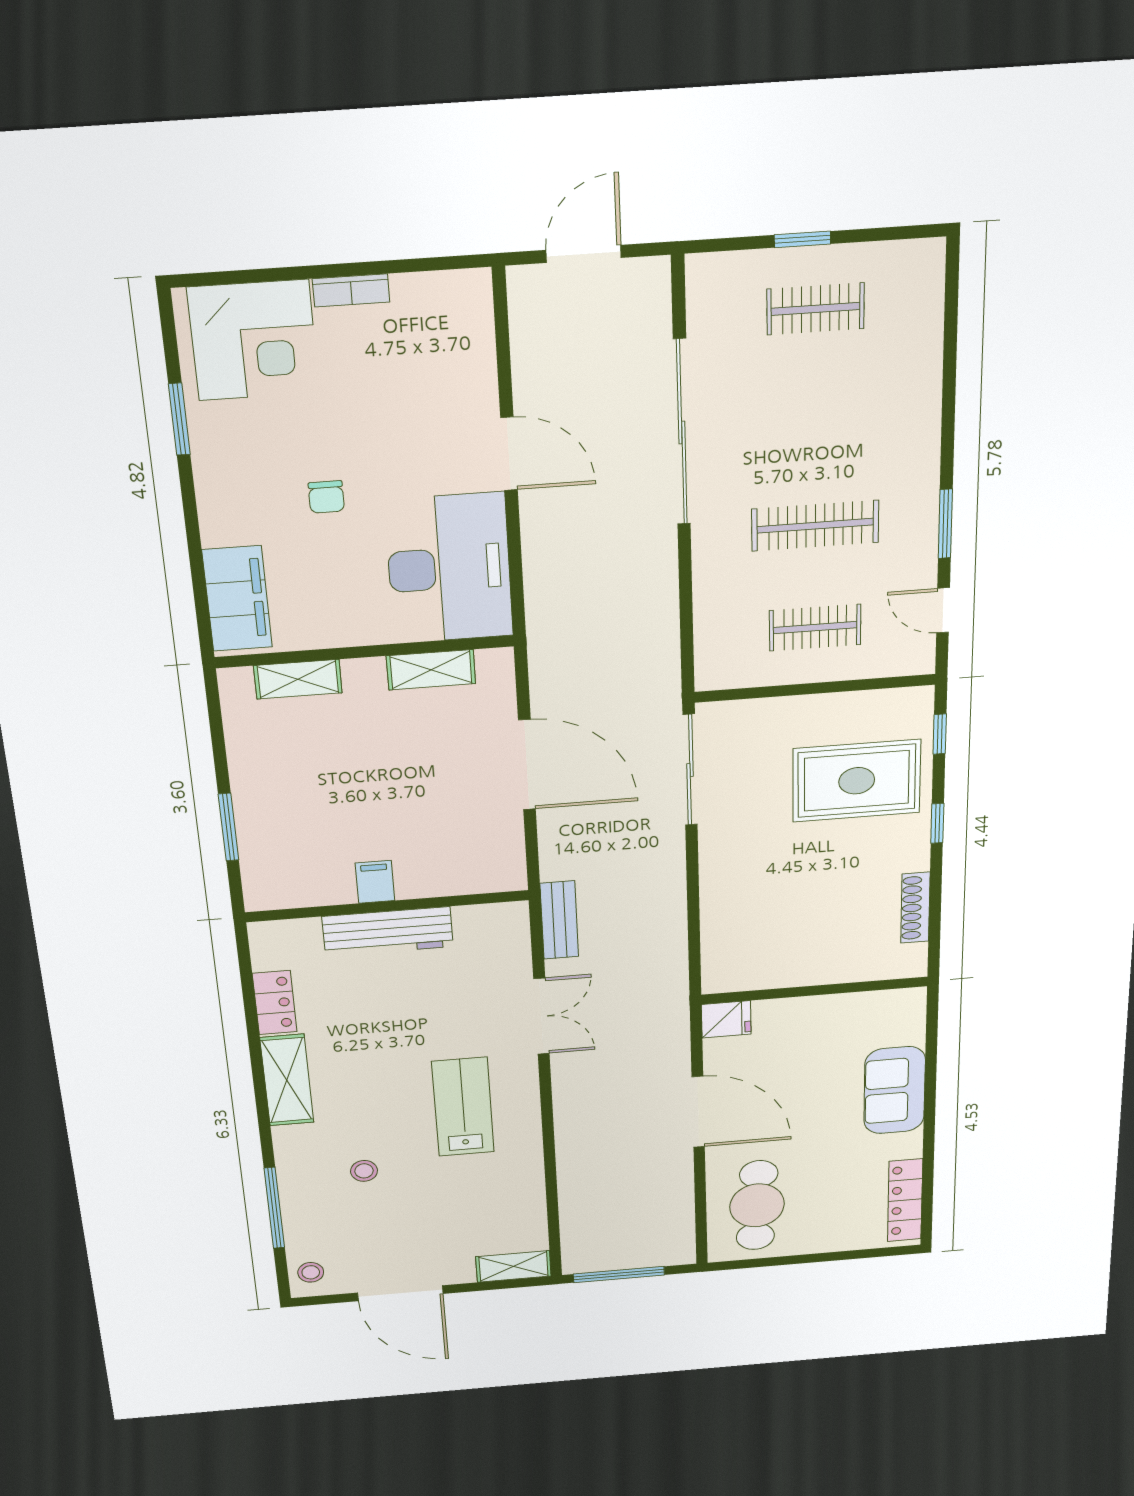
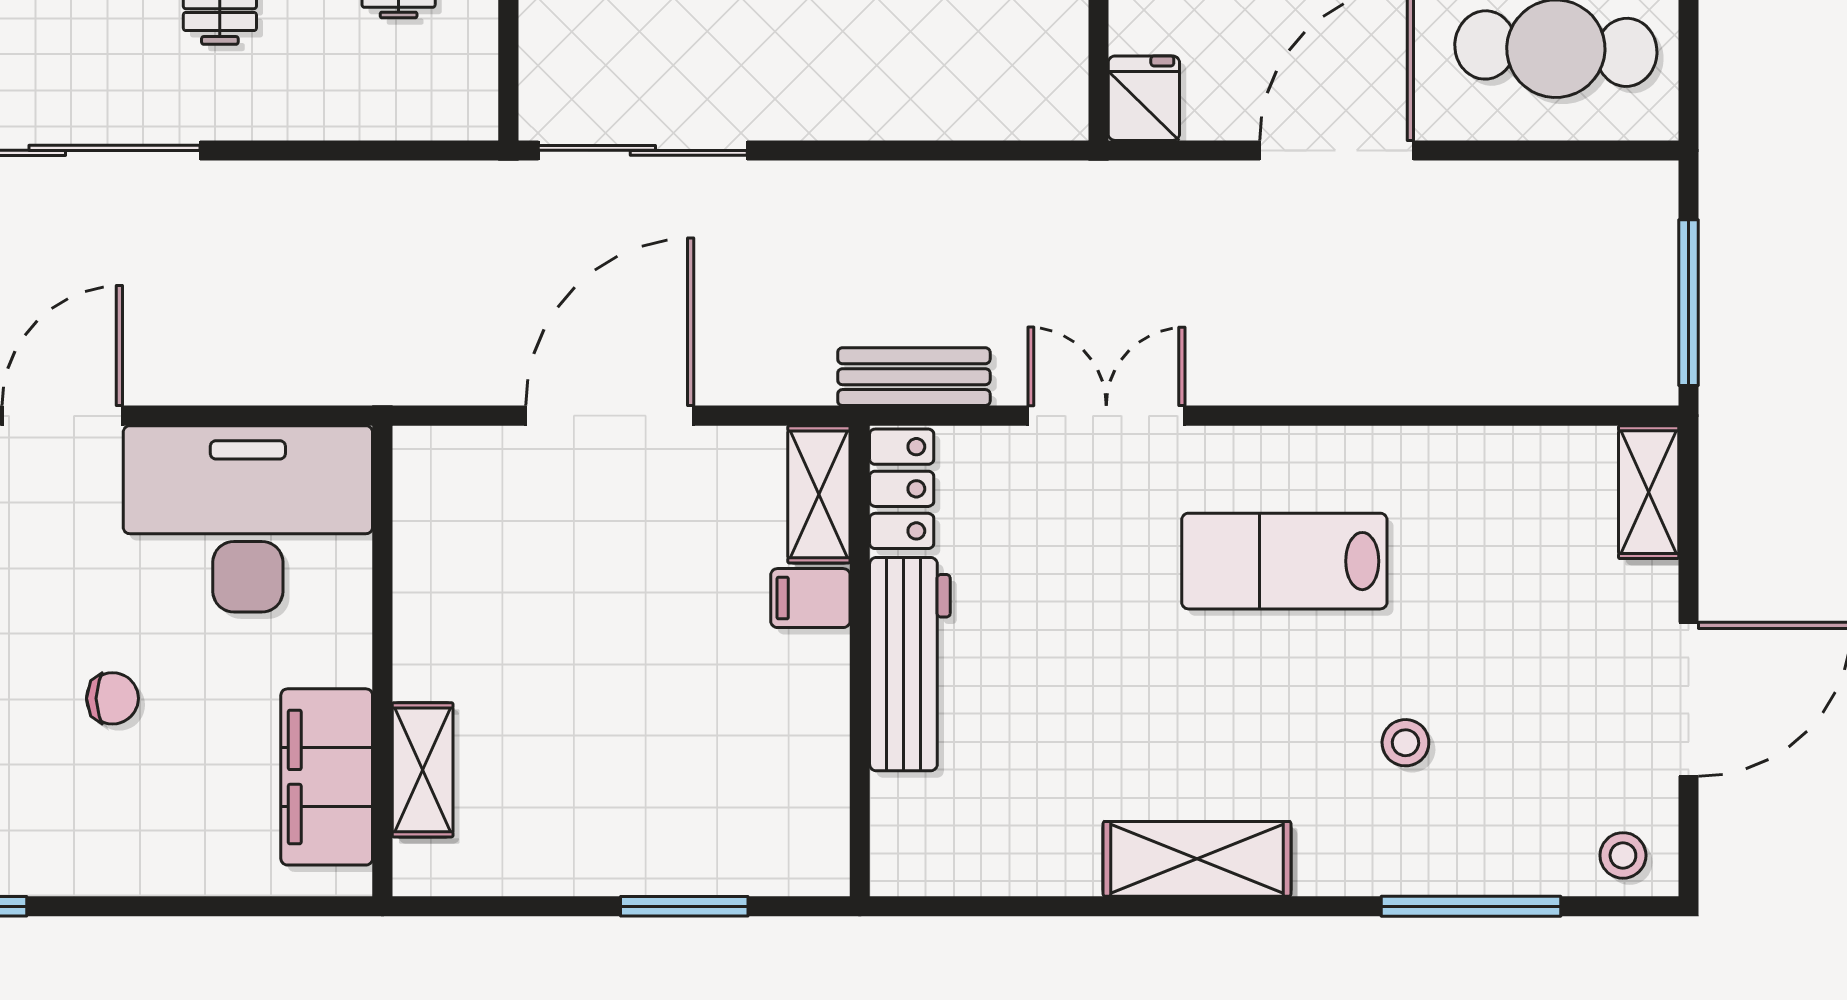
filing cabinet: (237, 599) -> (327, 777), moved, turned -90
shelving: (431, 670) -> (819, 494), moved
filing cabinet: (375, 882) -> (810, 598), moved
locker: (275, 1003) -> (902, 489), moved, turned 90

